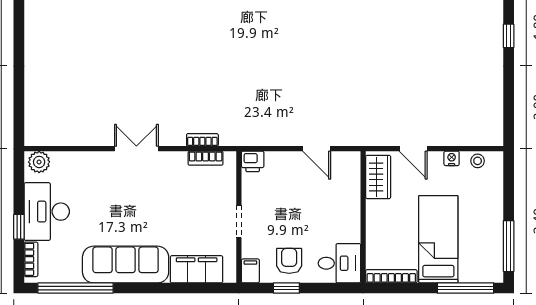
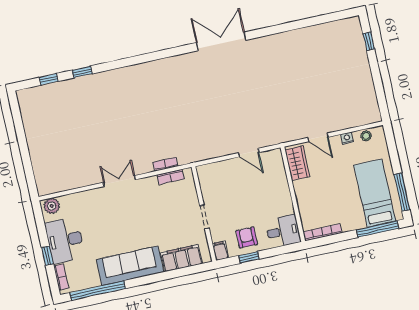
printer: (253, 161) -> (205, 172), removed
bed: (438, 239) -> (375, 193), moved

